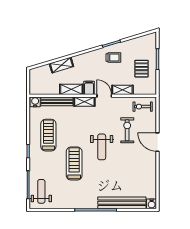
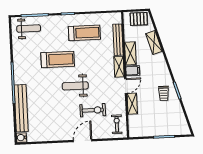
pallet: (141, 69) -> (139, 19), moved
water cooler: (35, 102) -> (116, 18), removed

